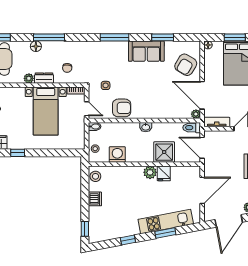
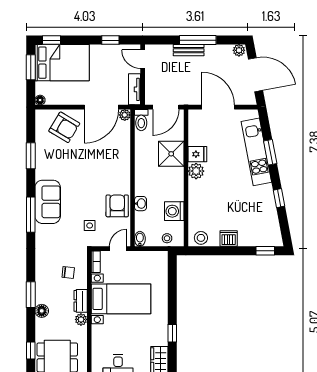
window: (49, 37) -> (31, 295), width x0.69
sofa: (146, 51) -> (48, 202), moved
washbasin: (146, 127) -> (141, 204), moved

